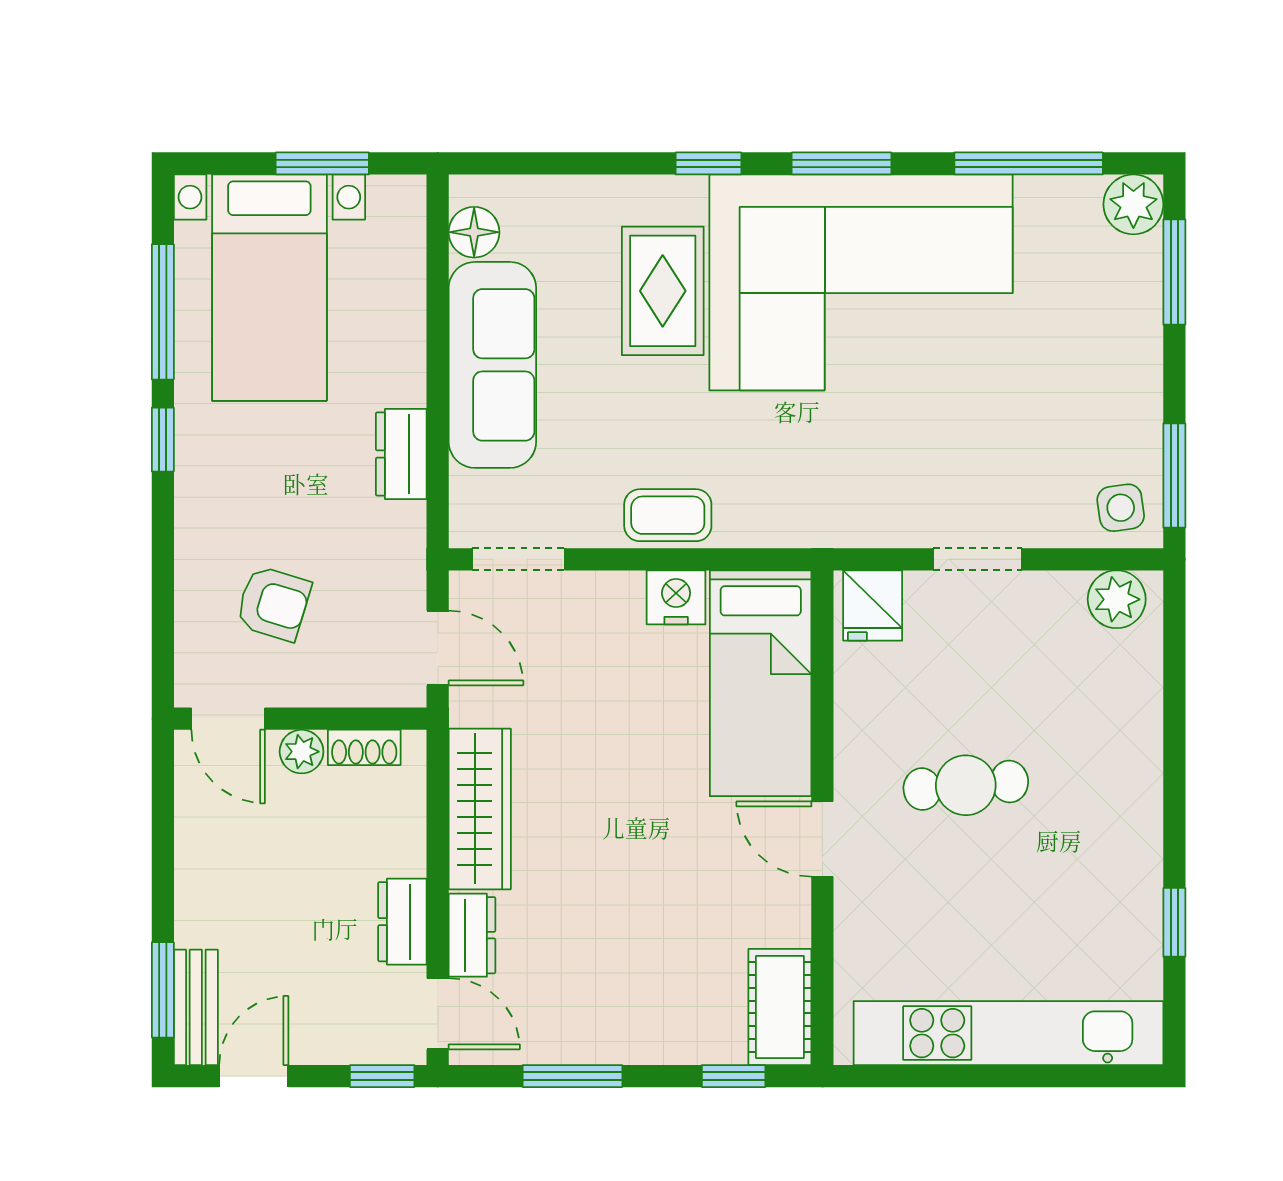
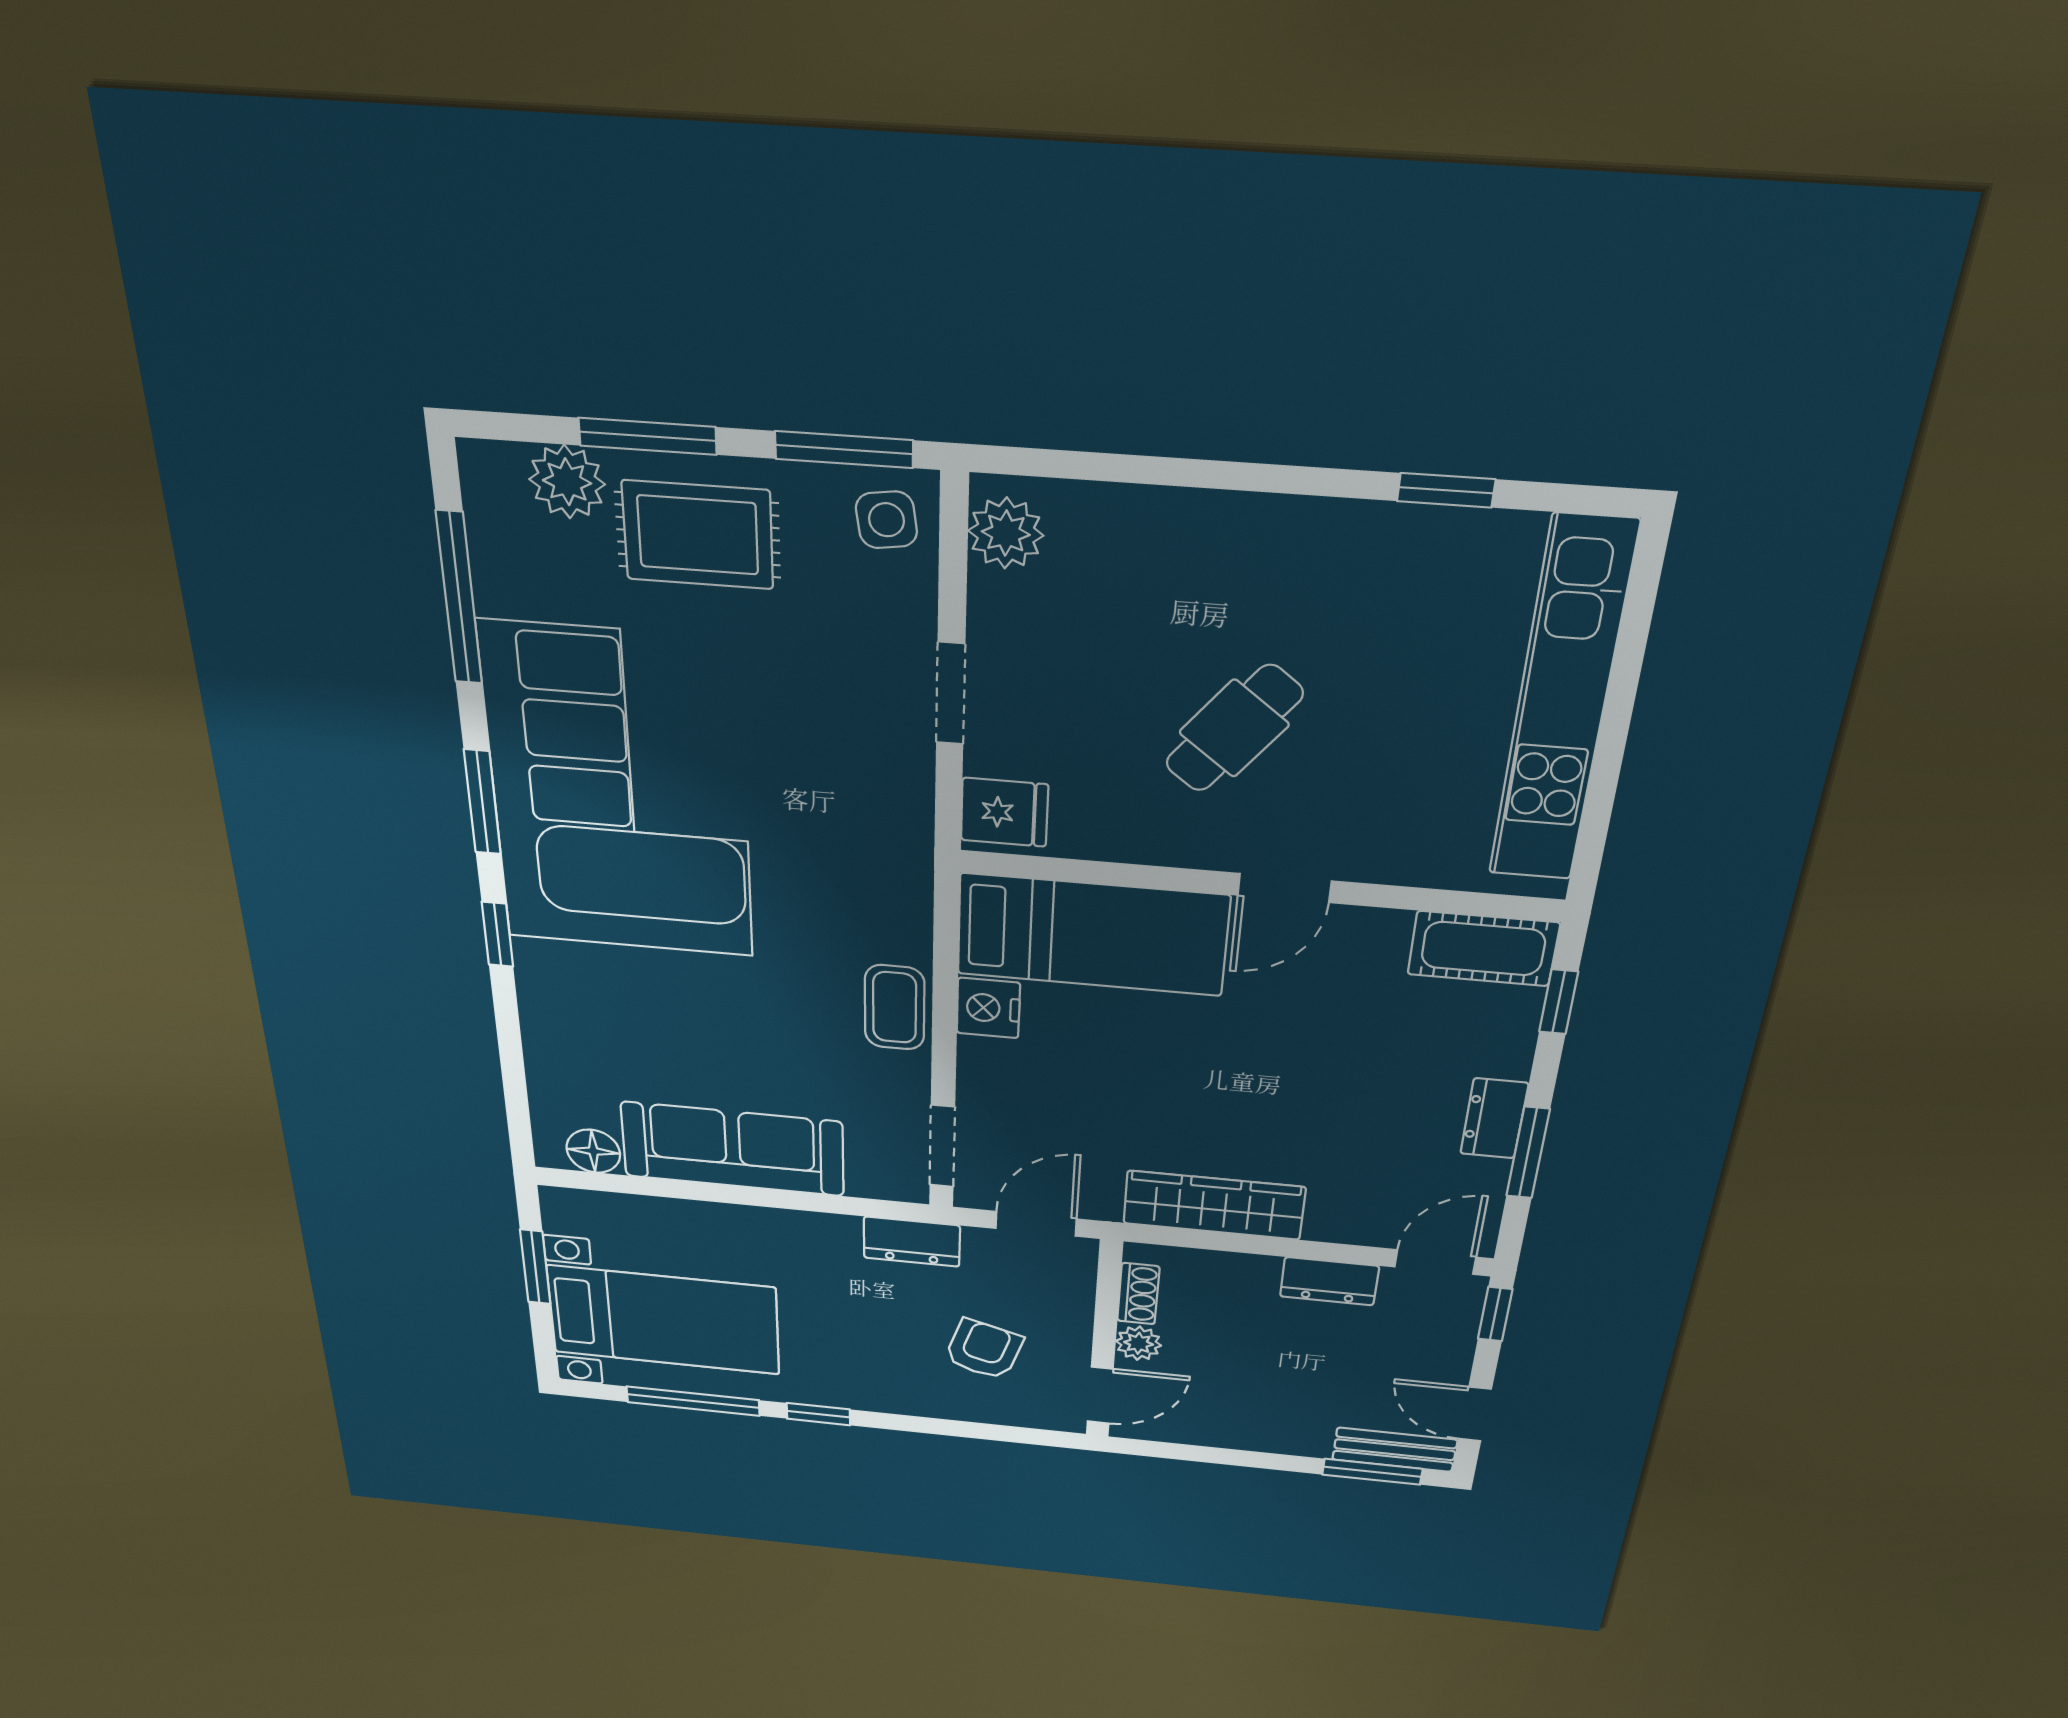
plant: (1133, 204) -> (567, 482), moved
window: (1174, 272) -> (648, 436), moved
rug: (663, 291) -> (698, 535), moved
dresser: (401, 454) -> (912, 1242), moved
cafe table: (966, 785) -> (1234, 728), turned 43
dresser: (472, 935) -> (1494, 1118), moved, turned -90

